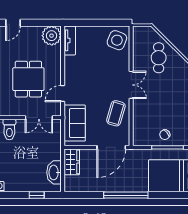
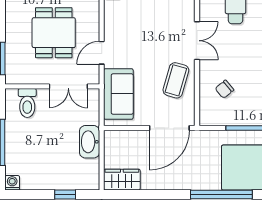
chair: (165, 135) -> (224, 89), moved
wardrobe: (72, 162) -> (122, 180), moved, turned -90
washbasin: (54, 172) -> (90, 142), moved
window: (126, 195) -> (221, 194), moved

